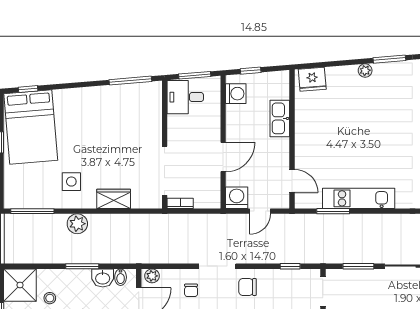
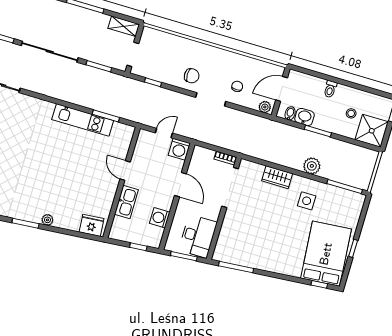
washing machine: (236, 94) -> (160, 218), moved
desk: (185, 97) -> (198, 236), width x1.37
door: (223, 157) -> (180, 185), swing flipped
door: (292, 181) -> (125, 170), moved

